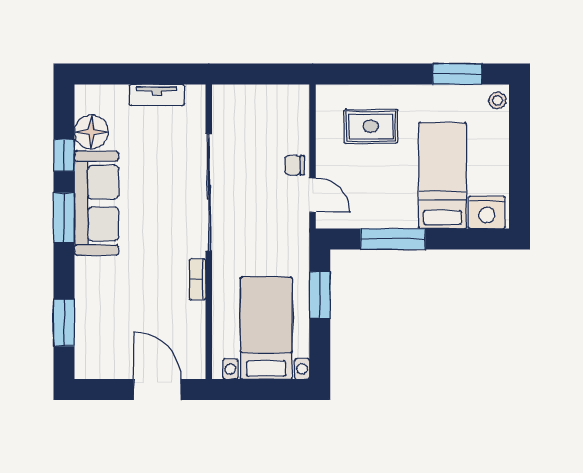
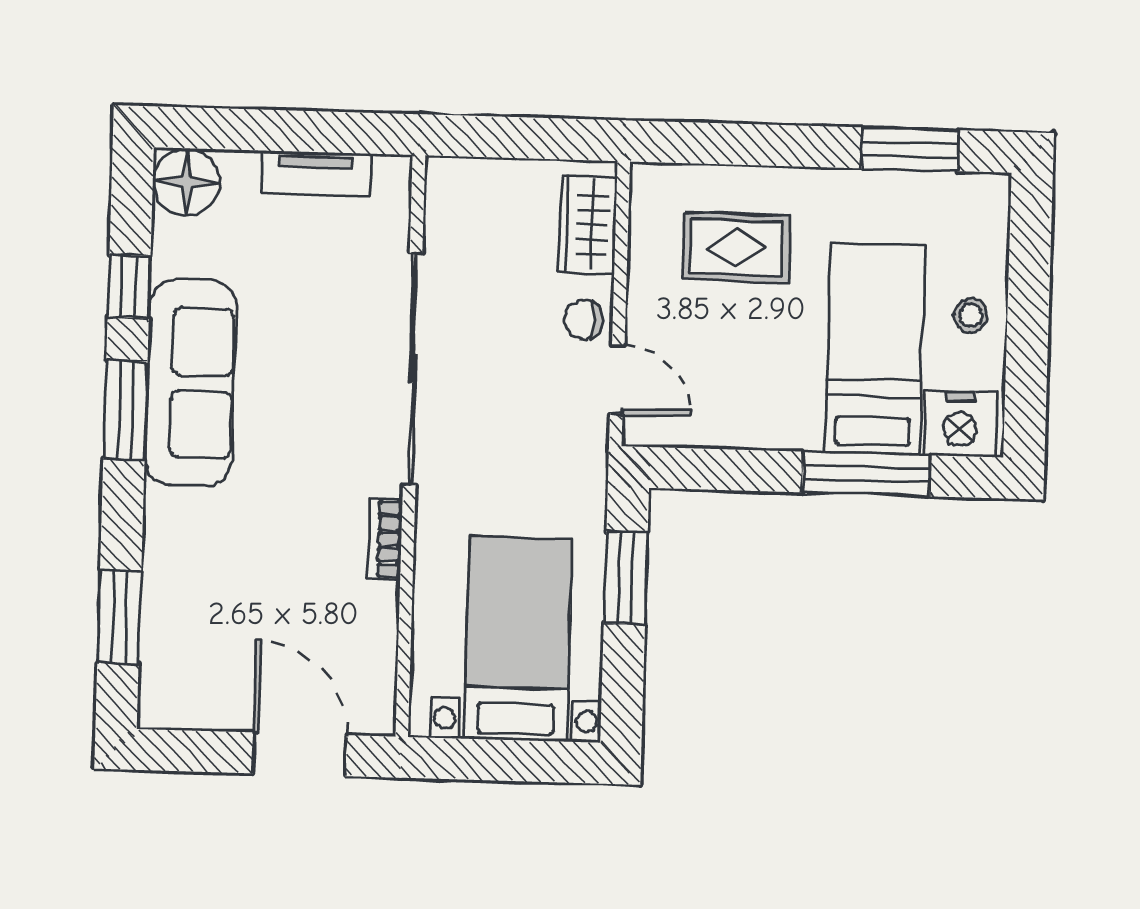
stool: (497, 100) -> (971, 315), moved
wardrobe: (295, 117) -> (588, 225), added
floor lamp: (91, 132) -> (186, 182), moved
window: (393, 239) -> (866, 474), moved

